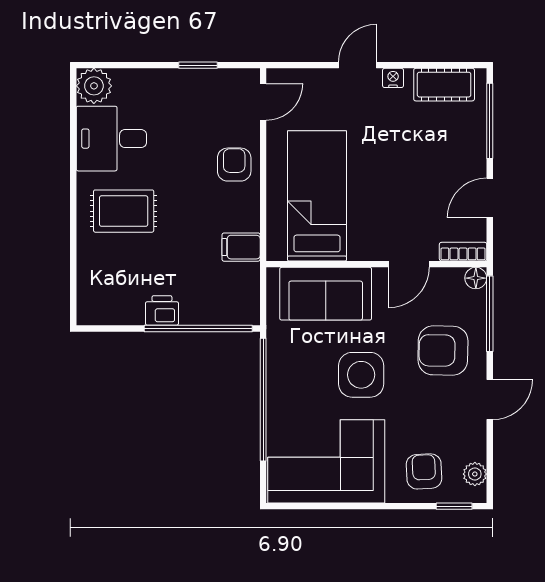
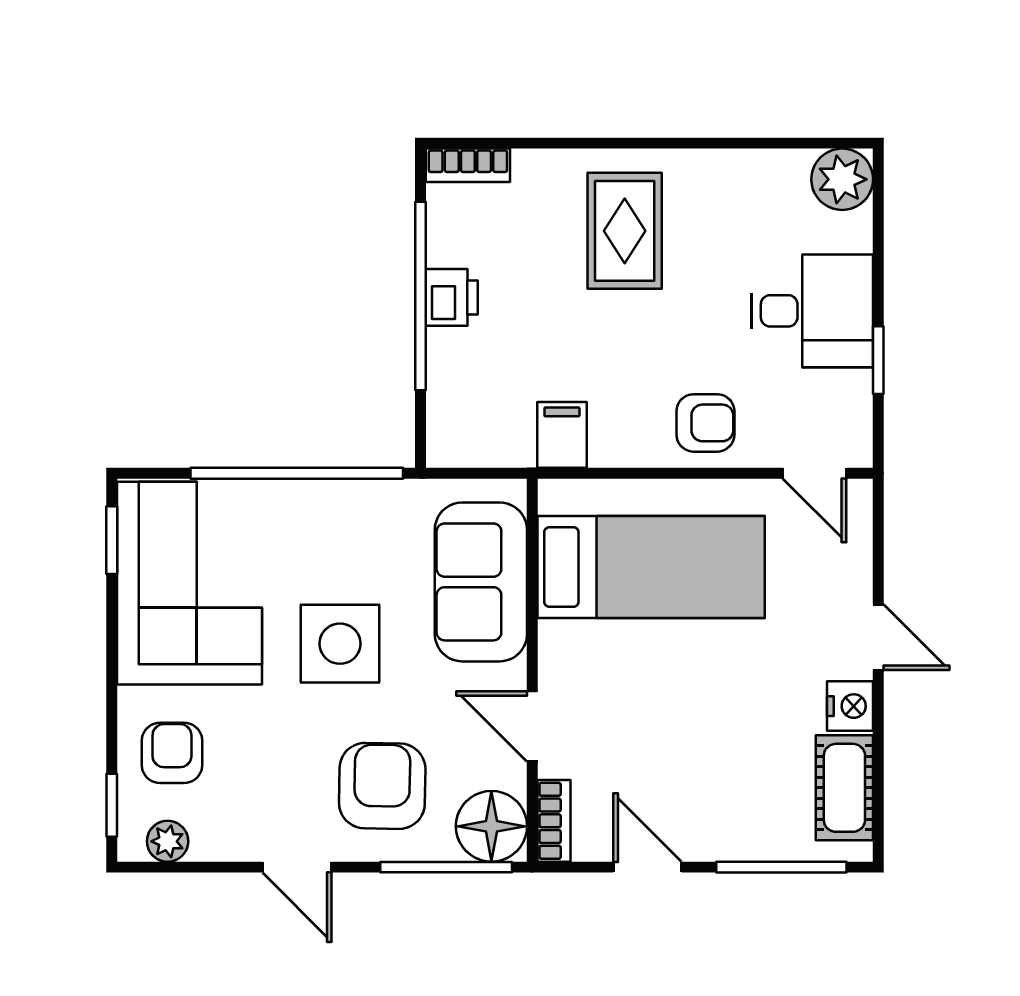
nightstand: (393, 78) -> (850, 706), width x1.39, depth x1.35
desk: (111, 139) -> (812, 311), moved, turned 90
floor lamp: (476, 278) -> (491, 826), width x1.89, depth x1.89
bookcase: (86, 301) -> (468, 165), added
window: (198, 328) -> (421, 296), moved
armchair: (424, 471) -> (172, 753), turned -87
window: (302, 506) -> (112, 540), added

